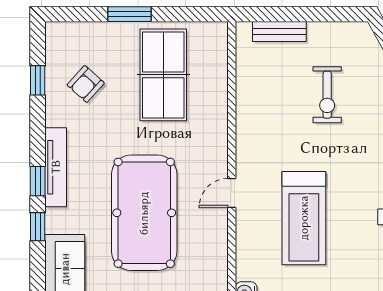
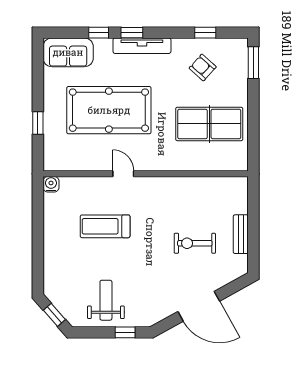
window: (129, 14) -> (253, 63), moved
bench: (279, 32) -> (241, 234), moved
treadmill: (304, 218) -> (105, 226), width x0.73, depth x0.73

